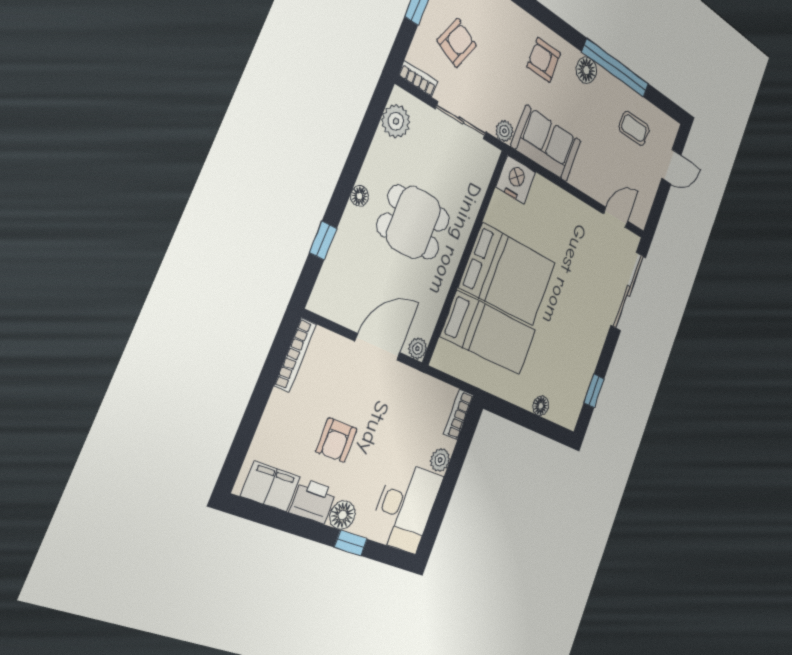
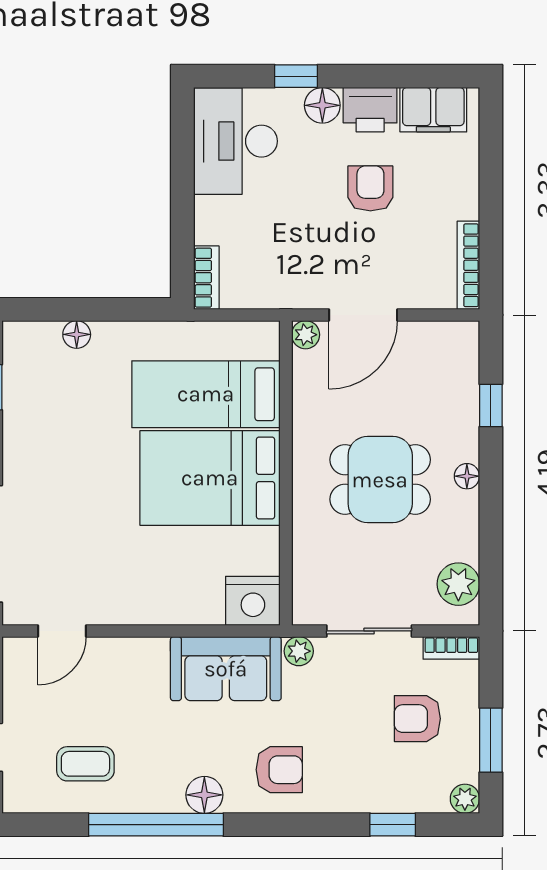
armchair: (457, 43) -> (417, 719), turned 68
plant: (440, 460) -> (209, 213), removed

